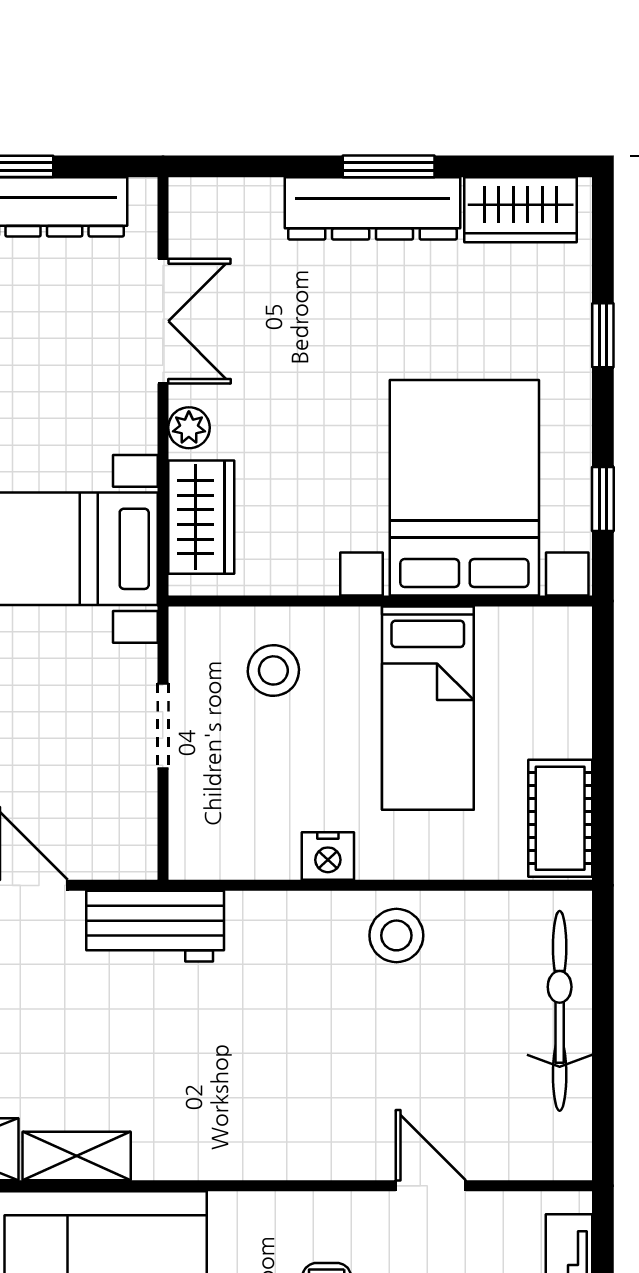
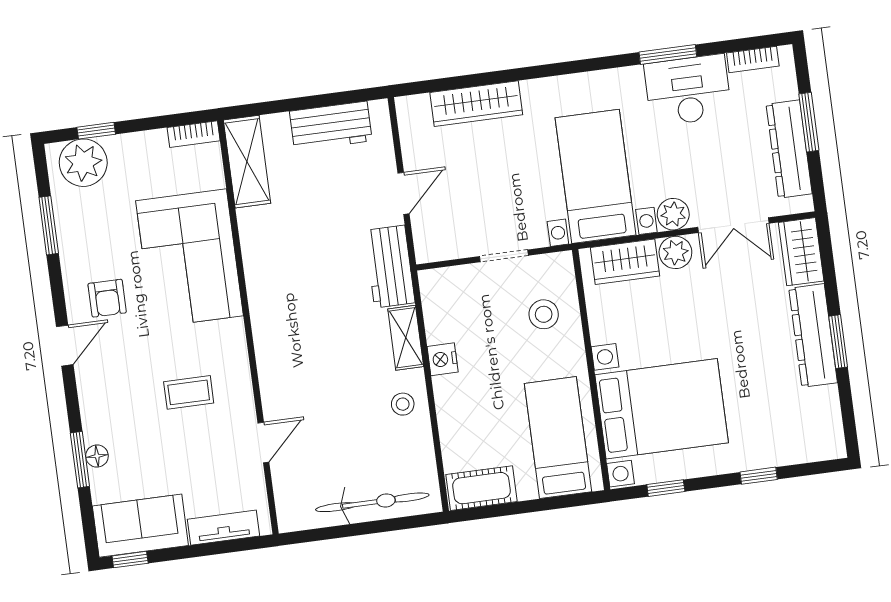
wardrobe: (521, 210) -> (801, 252), moved
plant: (130, 423) -> (673, 214), added
plant: (189, 428) -> (675, 252), width x1.38, depth x1.38
bed: (428, 708) -> (558, 438), moved, turned 90
stool: (396, 935) -> (403, 404), width x0.73, depth x0.73
shelving: (77, 1156) -> (406, 338), moved

